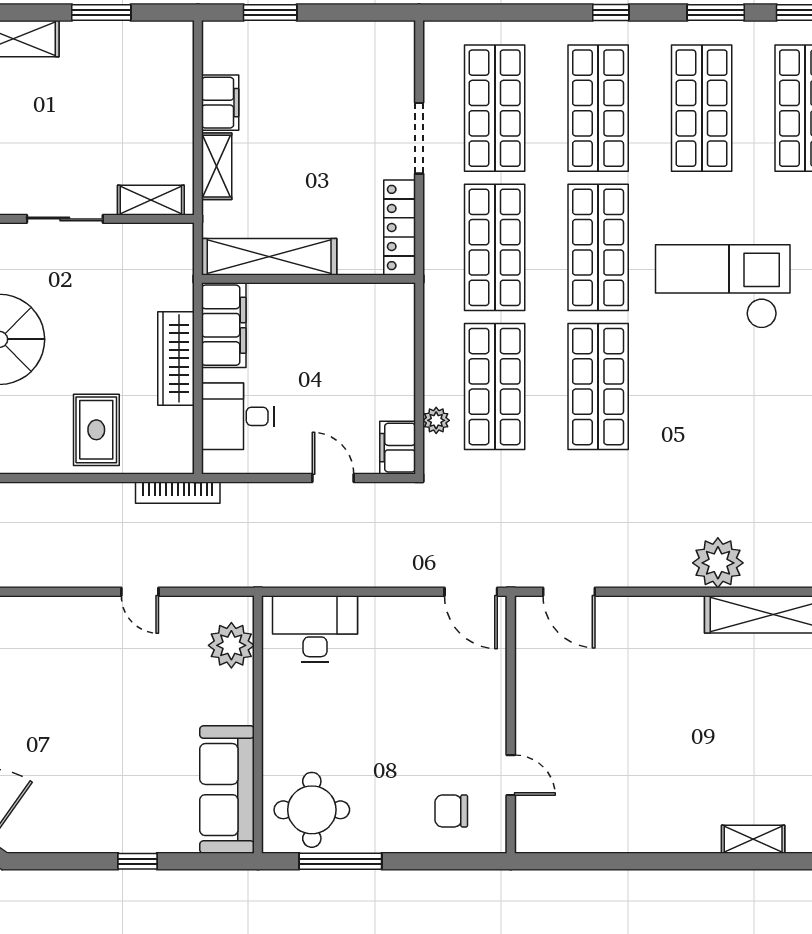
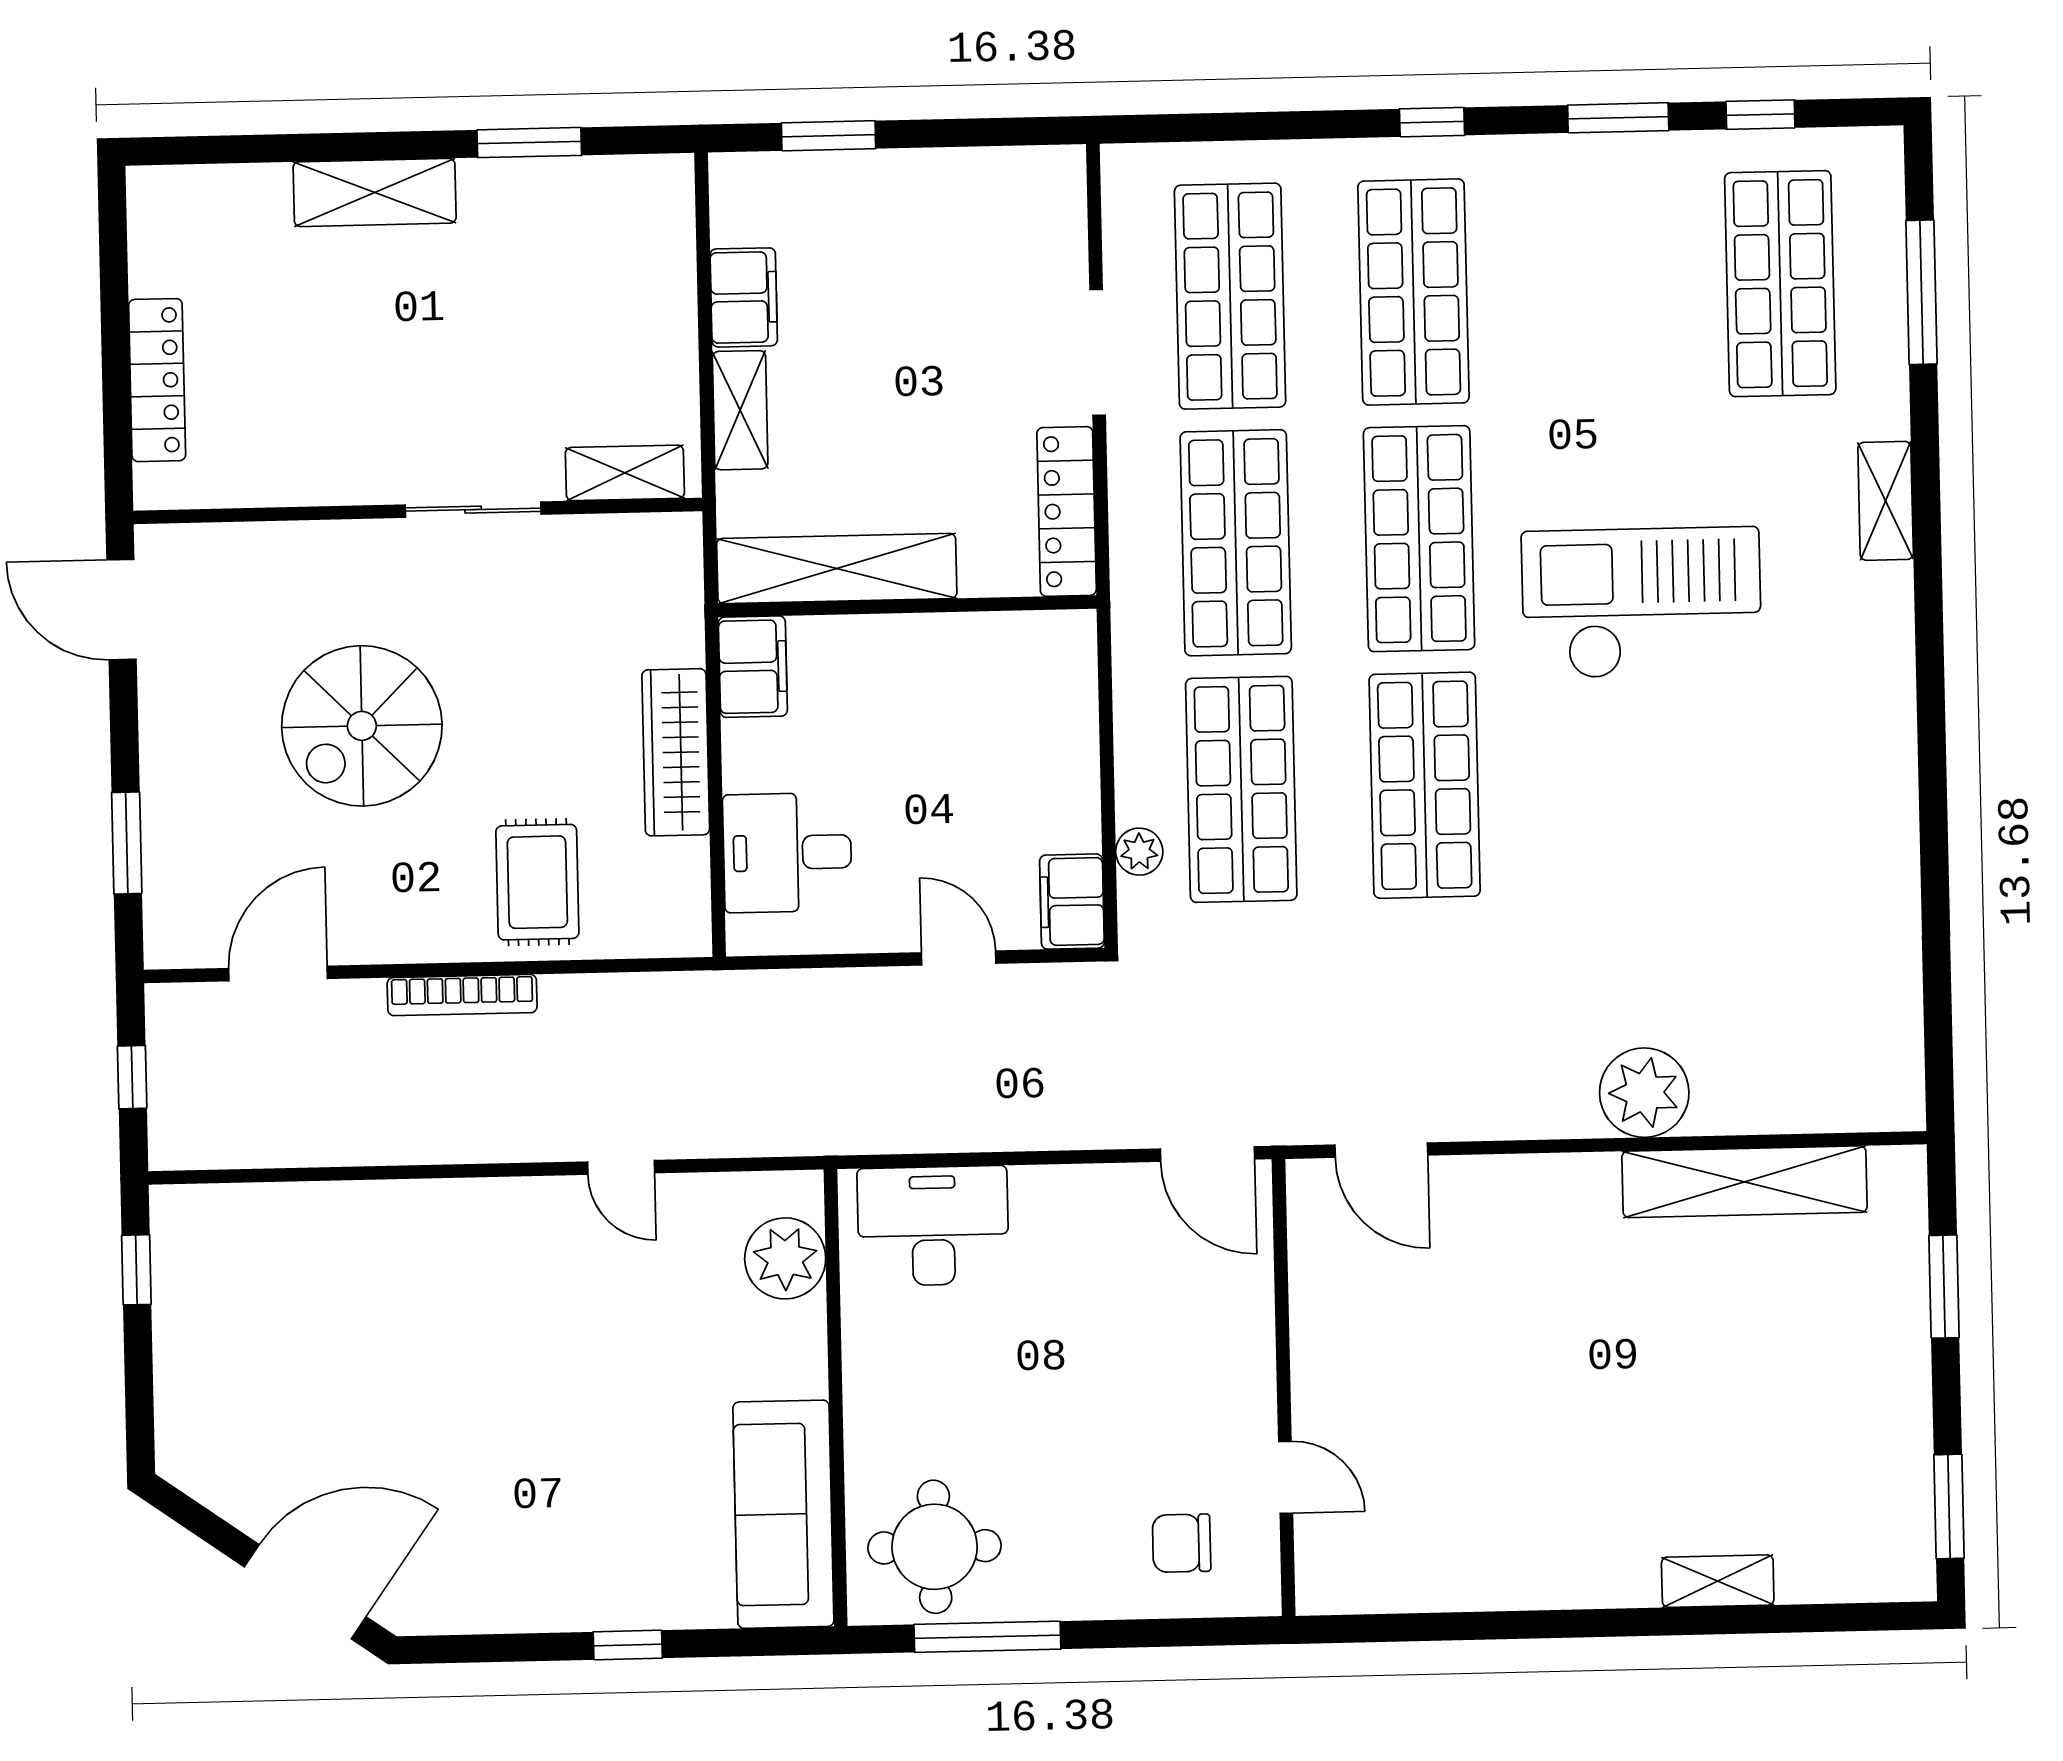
shop shelf: (702, 108) -> (1597, 288), removed
filing cabinet: (224, 325) -> (753, 667), width x0.67, depth x0.86
bookcase: (178, 493) -> (462, 995), moved

